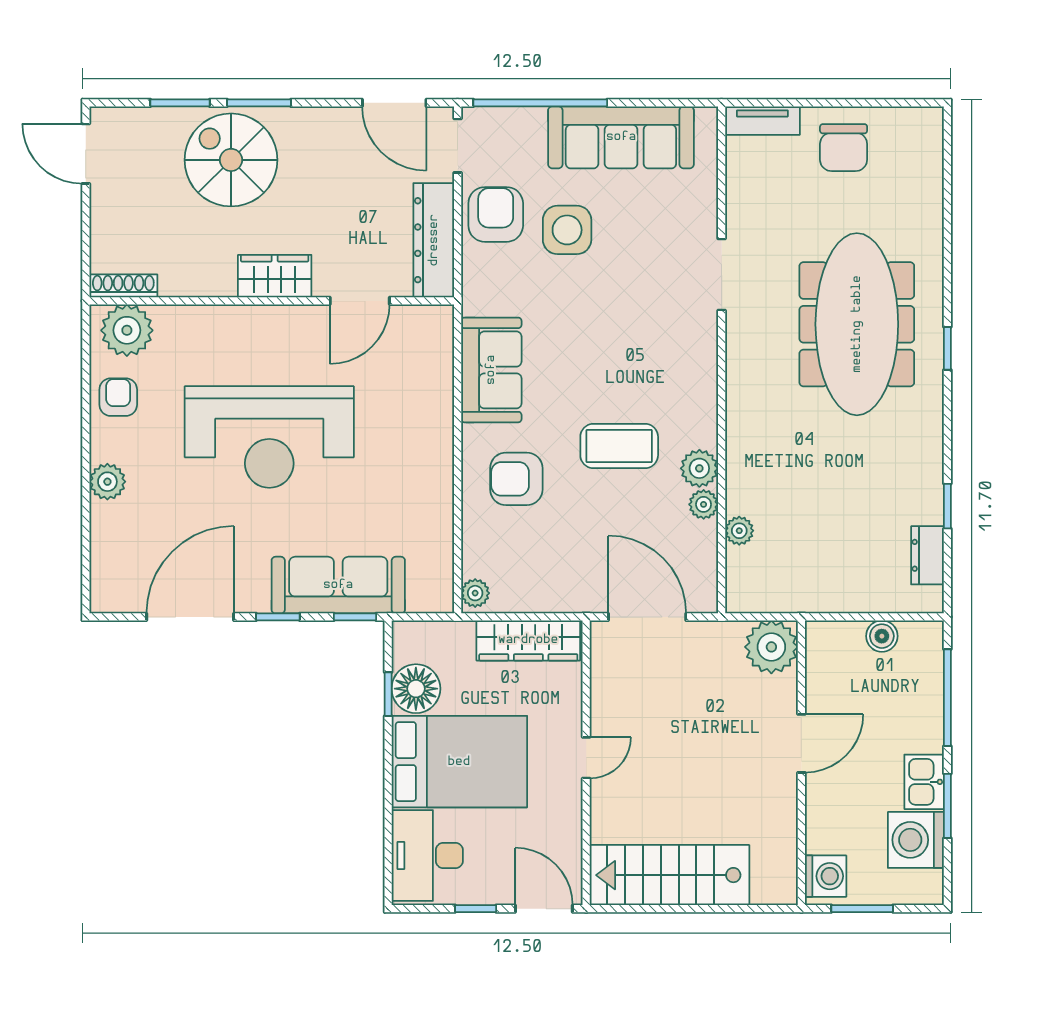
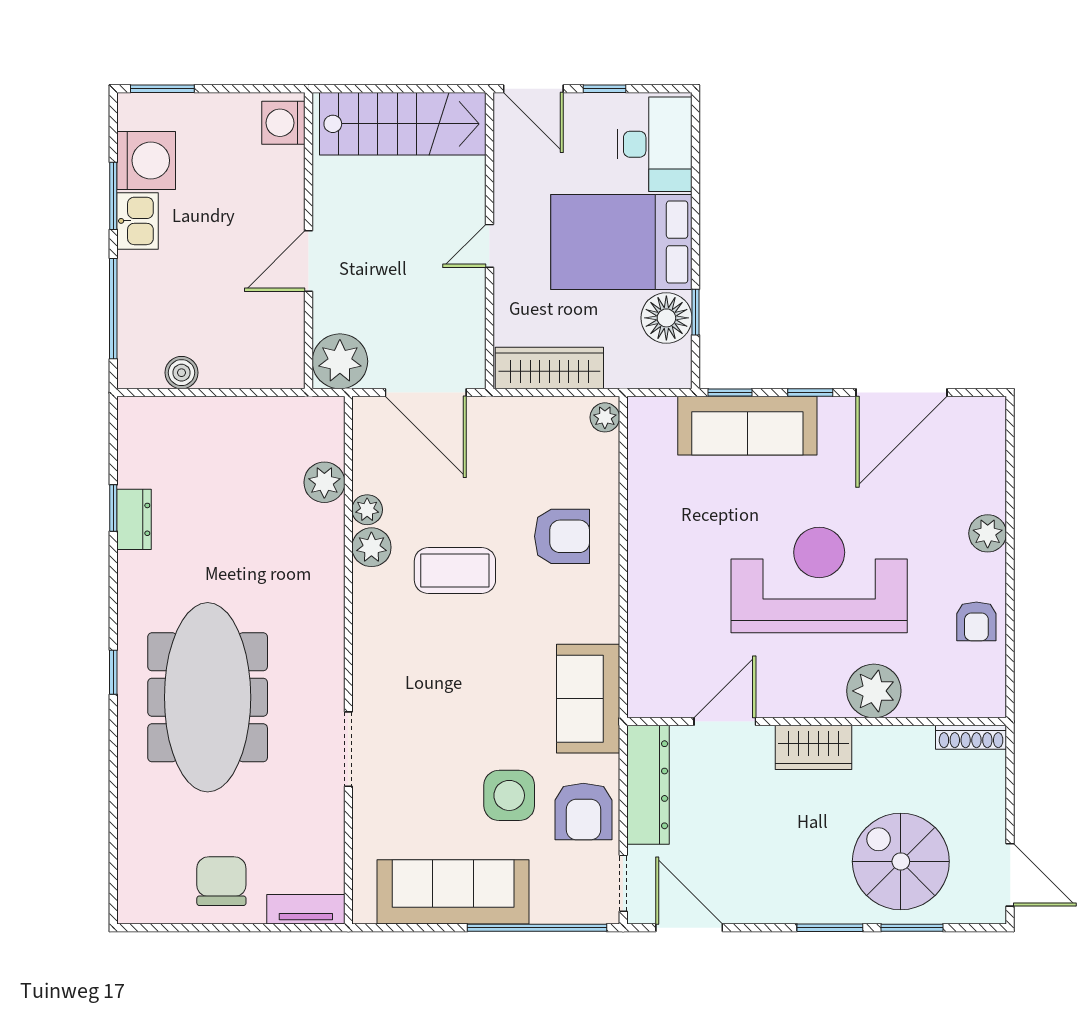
spiral stairs: (231, 160) -> (901, 861), moved, turned 180
plant: (127, 330) -> (874, 691), moved
sofa: (491, 370) -> (588, 699), moved
plant: (739, 531) -> (324, 482), width x1.38, depth x1.38
dresser: (927, 555) -> (134, 519), moved
plant: (771, 647) -> (340, 361), moved
door: (801, 743) -> (309, 261), moved
wall: (801, 763) -> (309, 241), moved
washing machine: (826, 876) -> (283, 123), moved
window: (862, 909) -> (162, 89), moved

